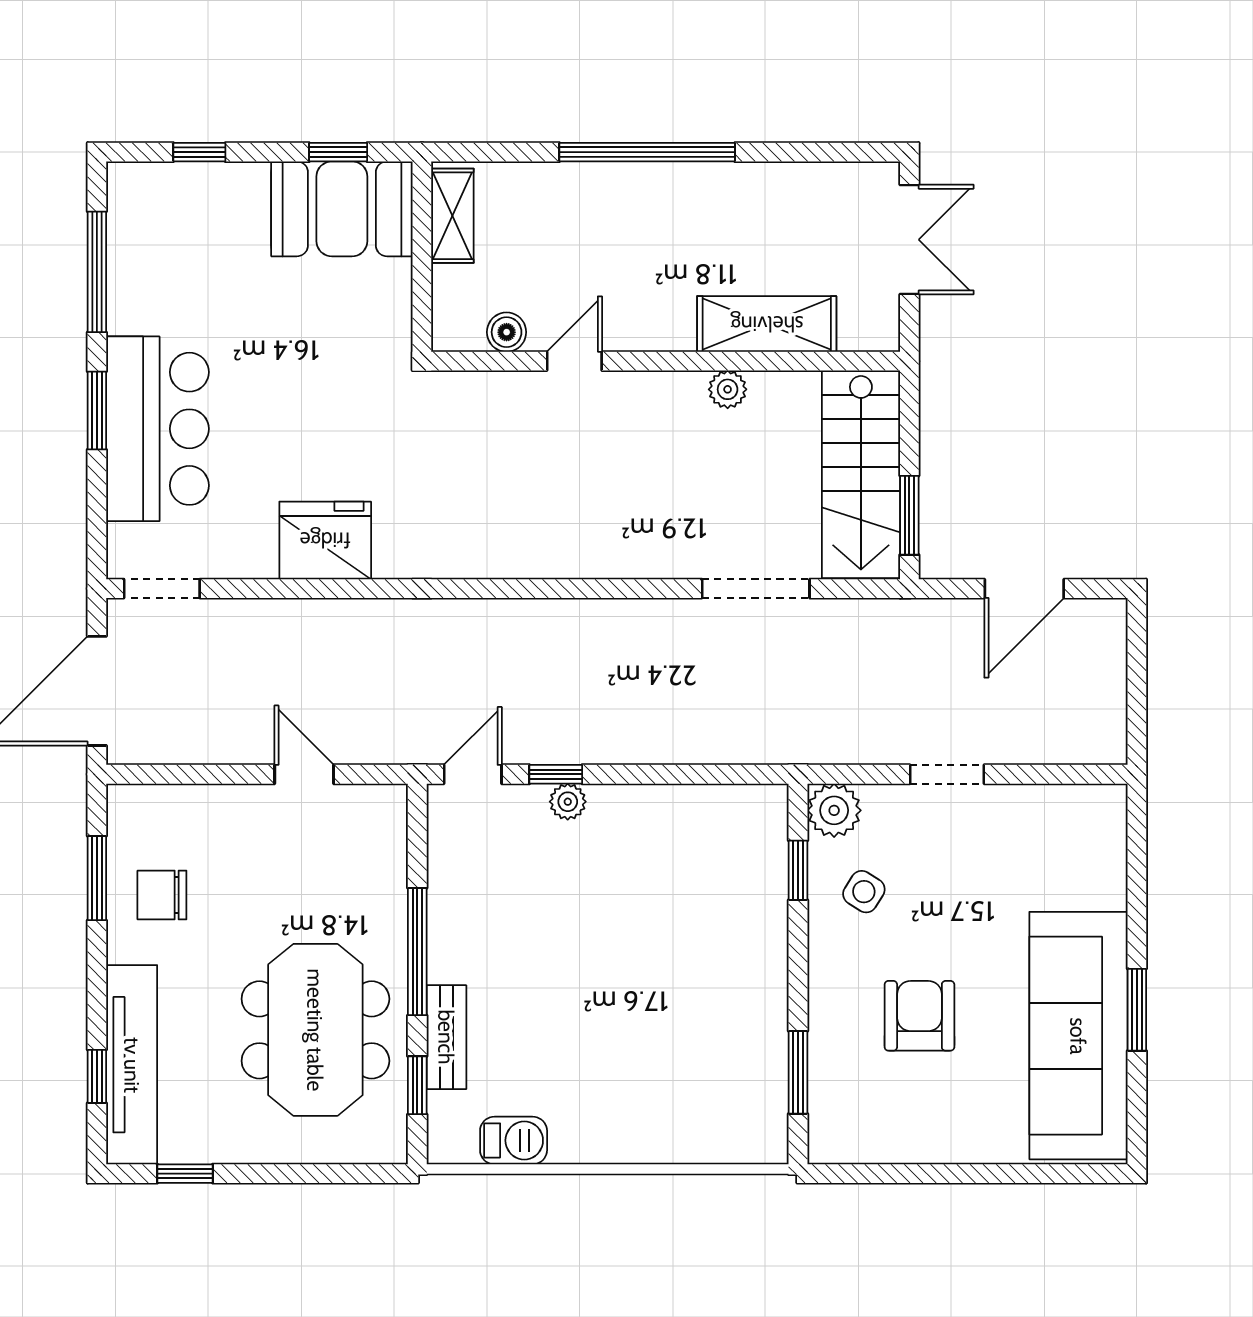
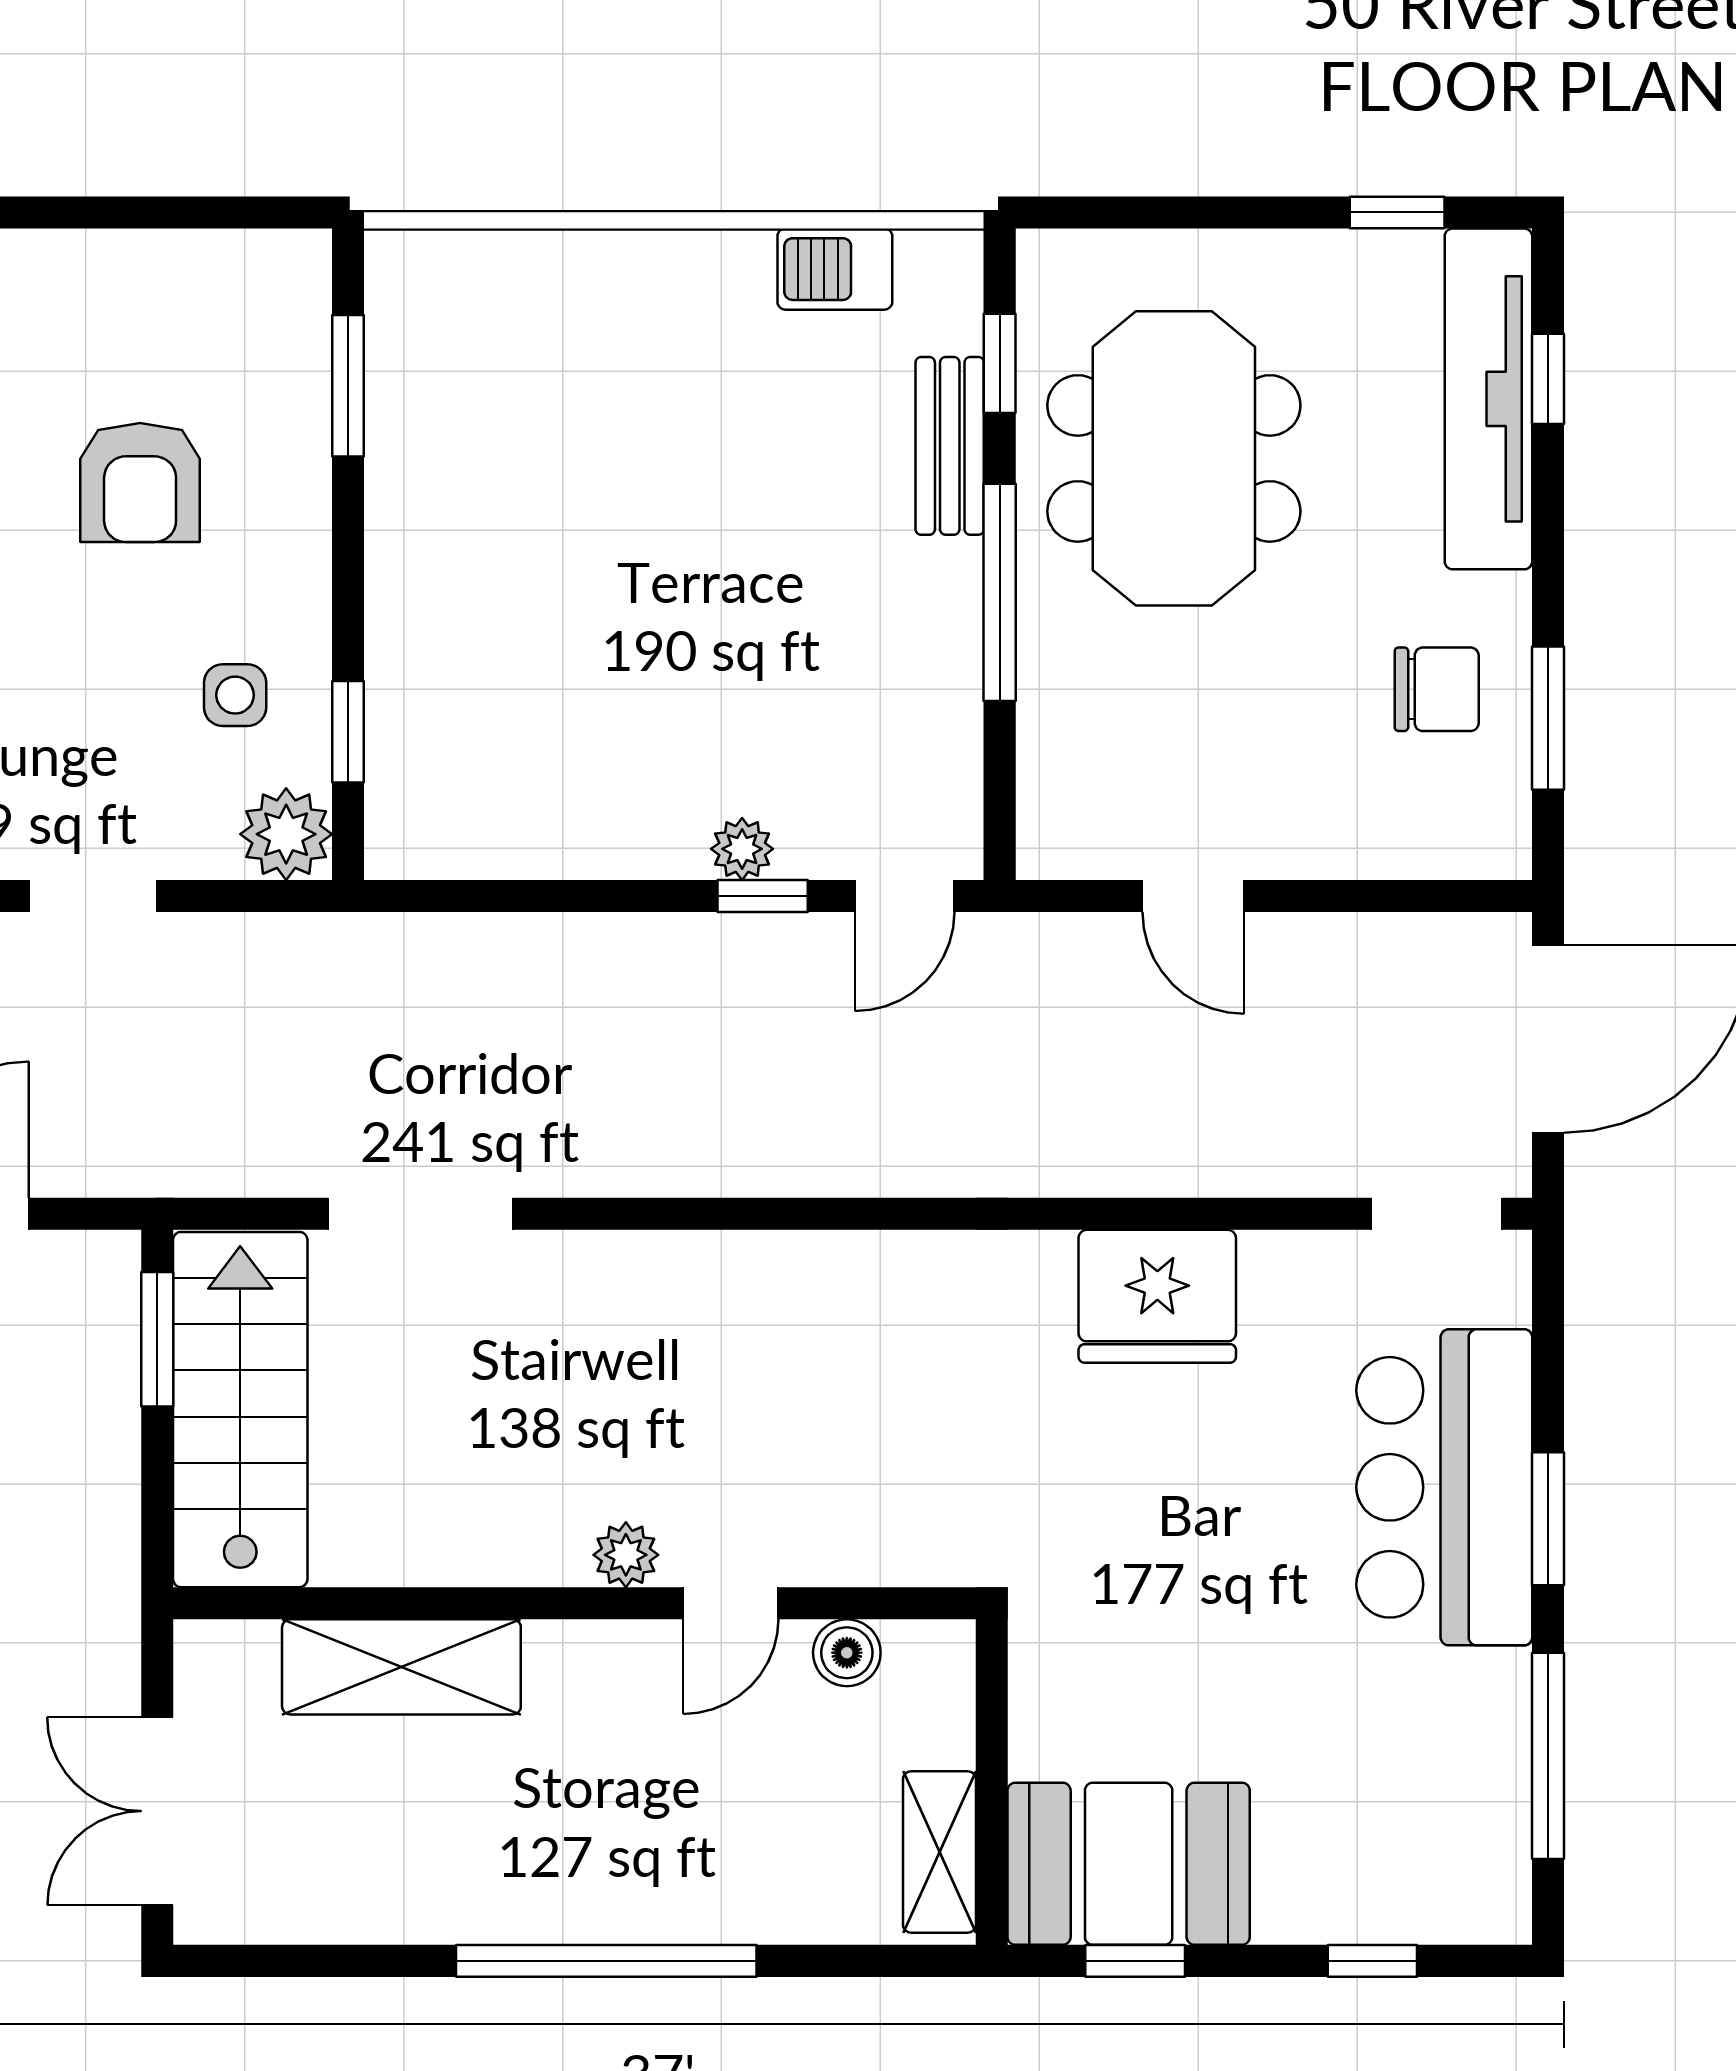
plant: (728, 389) -> (626, 1555), moved
side table: (864, 892) -> (235, 695), turned -32

